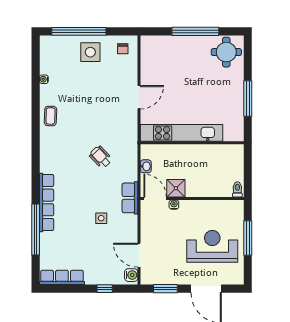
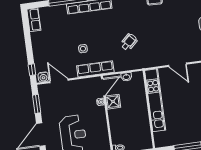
row of seats: (130, 198) -> (95, 69), width x1.48
door: (139, 255) -> (59, 81), hinge flipped
row of seats: (62, 277) -> (34, 20), width x0.68
window: (105, 289) -> (32, 70), moved

